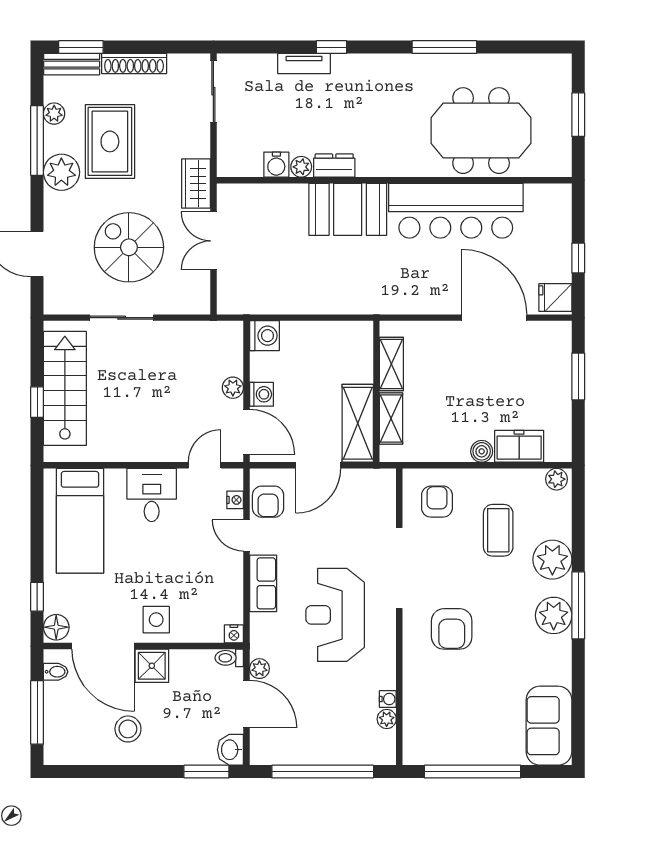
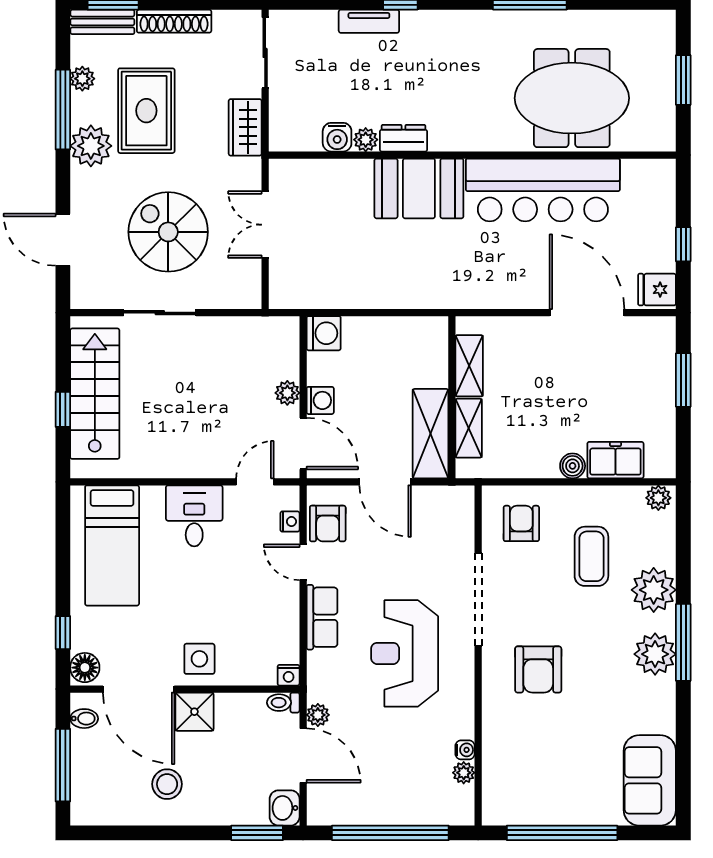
wardrobe: (196, 183) -> (245, 127), moved
door: (318, 465) -> (385, 482), hinge flipped

